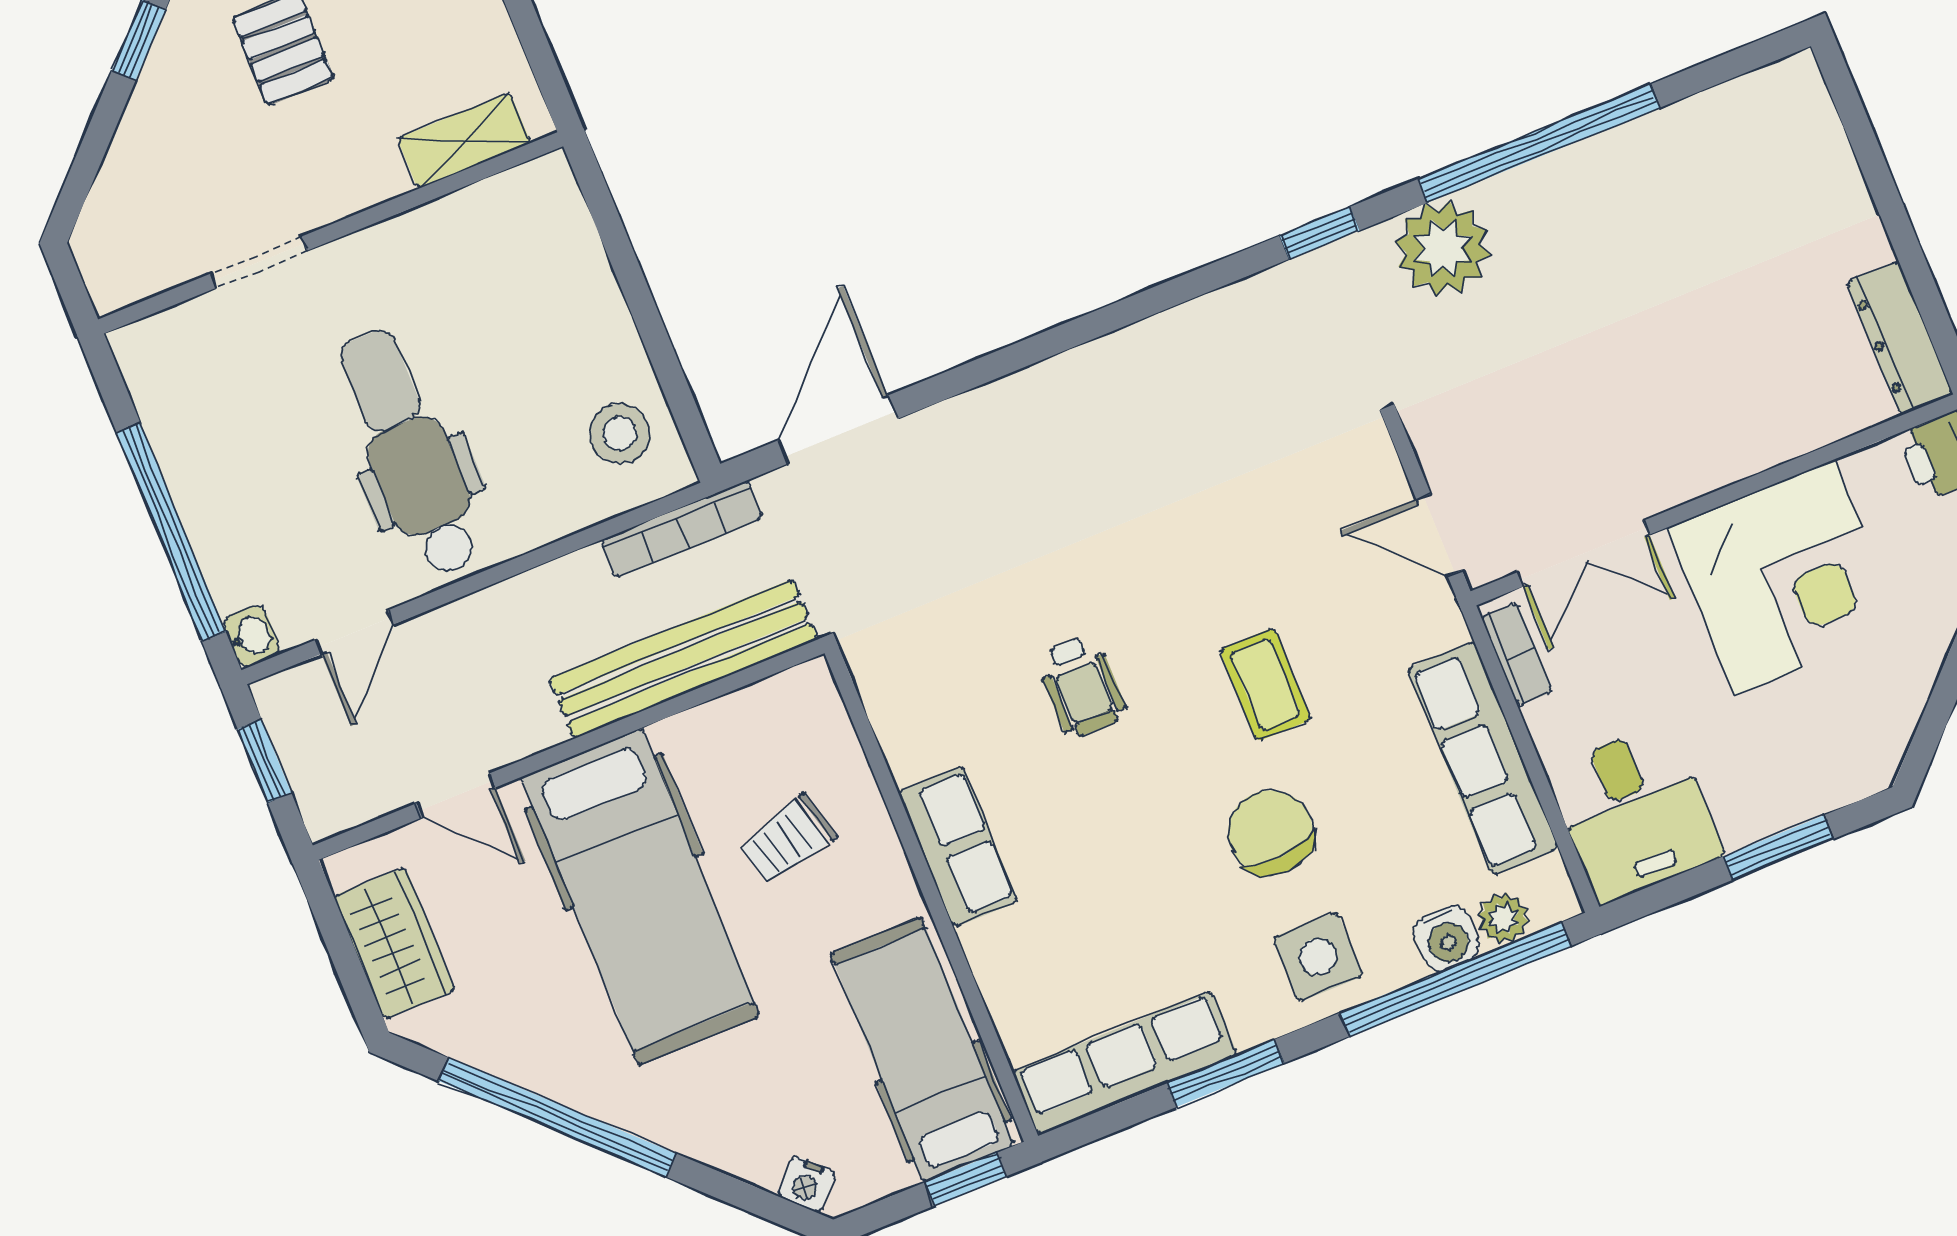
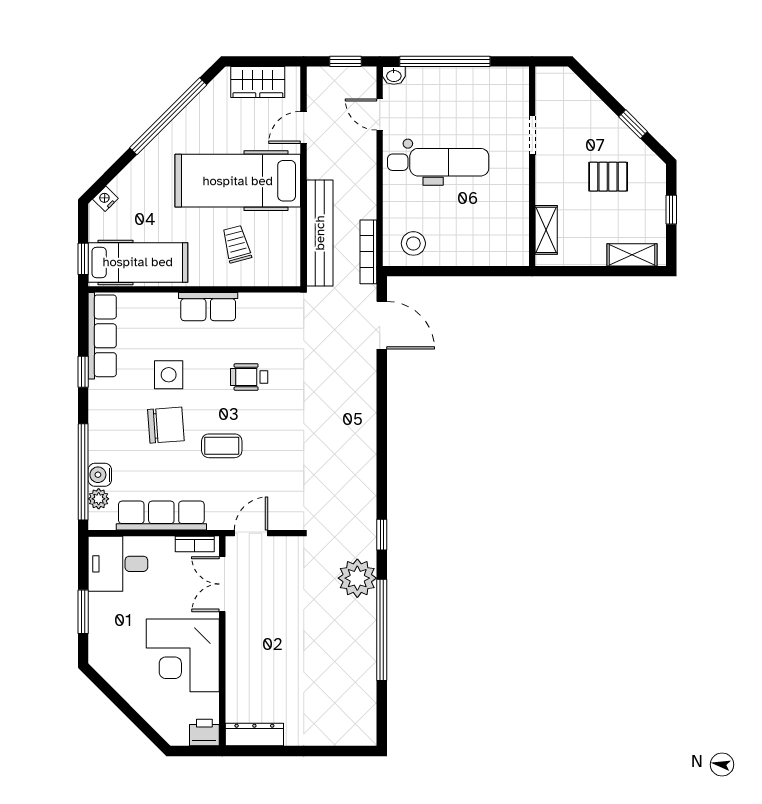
side table: (1318, 957) -> (169, 375), moved
window: (1225, 1073) -> (83, 372), width x0.67

